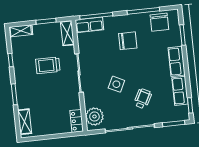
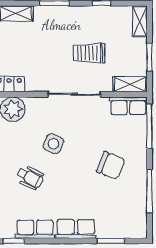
chair: (159, 22) -> (132, 211), removed
row of seats: (89, 25) -> (128, 106), moved, turned -90
chair: (128, 41) -> (111, 165), turned -68
trolley: (48, 65) -> (89, 53), turned -90

